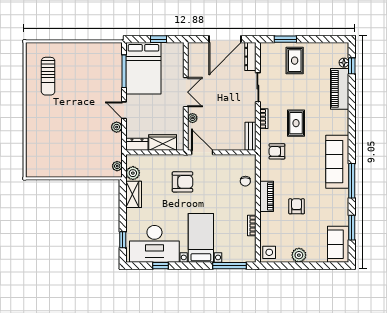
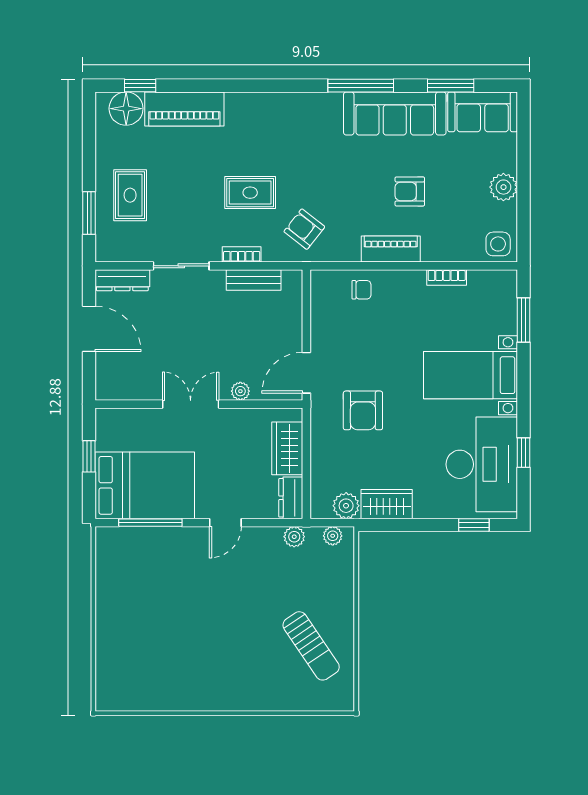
door: (225, 39) -> (89, 329), width x0.73
rug: (295, 61) -> (130, 195), turned 90
floor lamp: (344, 63) -> (126, 109), width x1.89, depth x1.89
sun lounger: (48, 76) -> (311, 646), moved, turned 56
plant: (117, 127) -> (294, 537), moved
bench: (250, 136) -> (254, 280), moved
armchair: (277, 151) -> (304, 229), turned 128
sofa: (337, 162) -> (395, 114), moved
armchair: (182, 182) -> (363, 410), turned 180
window: (230, 266) -> (524, 320), width x0.69

